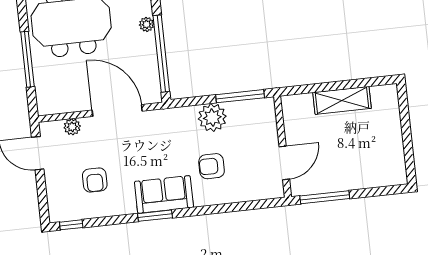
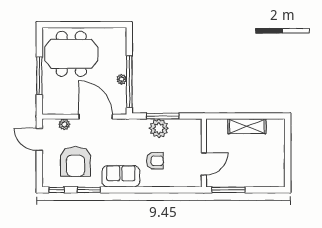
plant: (147, 24) -> (122, 79), moved
window: (240, 96) -> (163, 116), moved
armchair: (212, 166) -> (155, 161), turned 180
armchair: (95, 180) -> (76, 162), width x1.88, depth x1.88
window: (155, 216) -> (89, 190), moved

